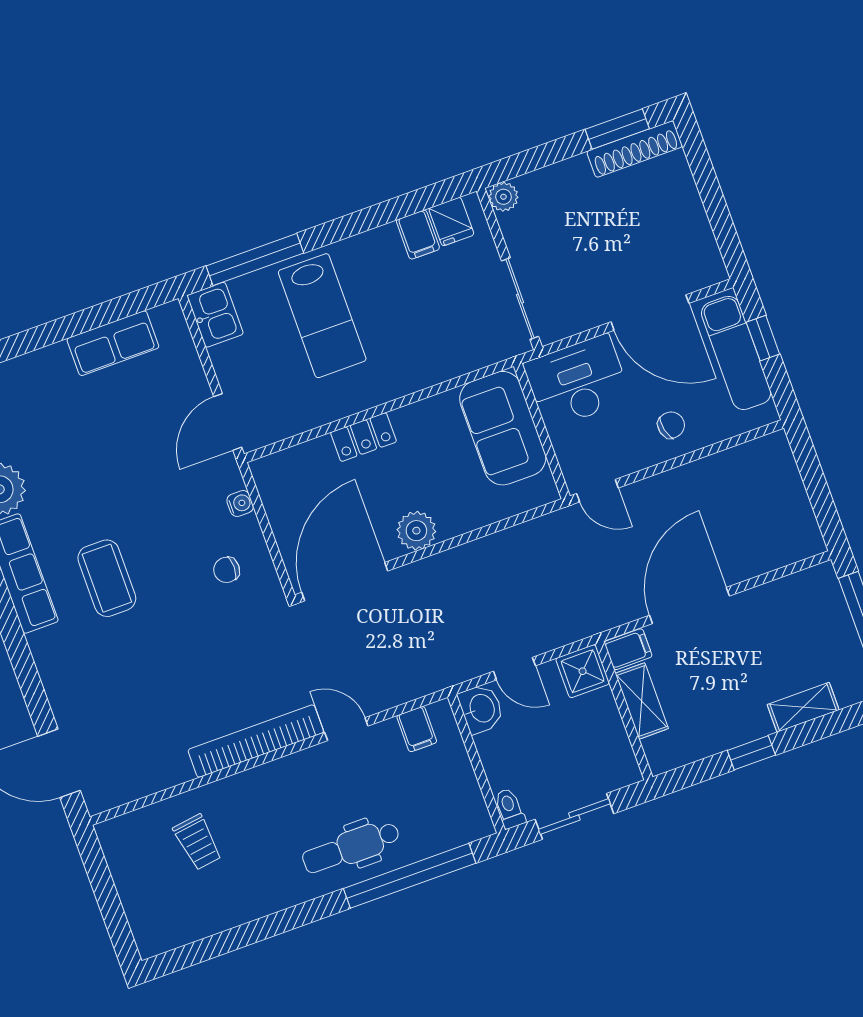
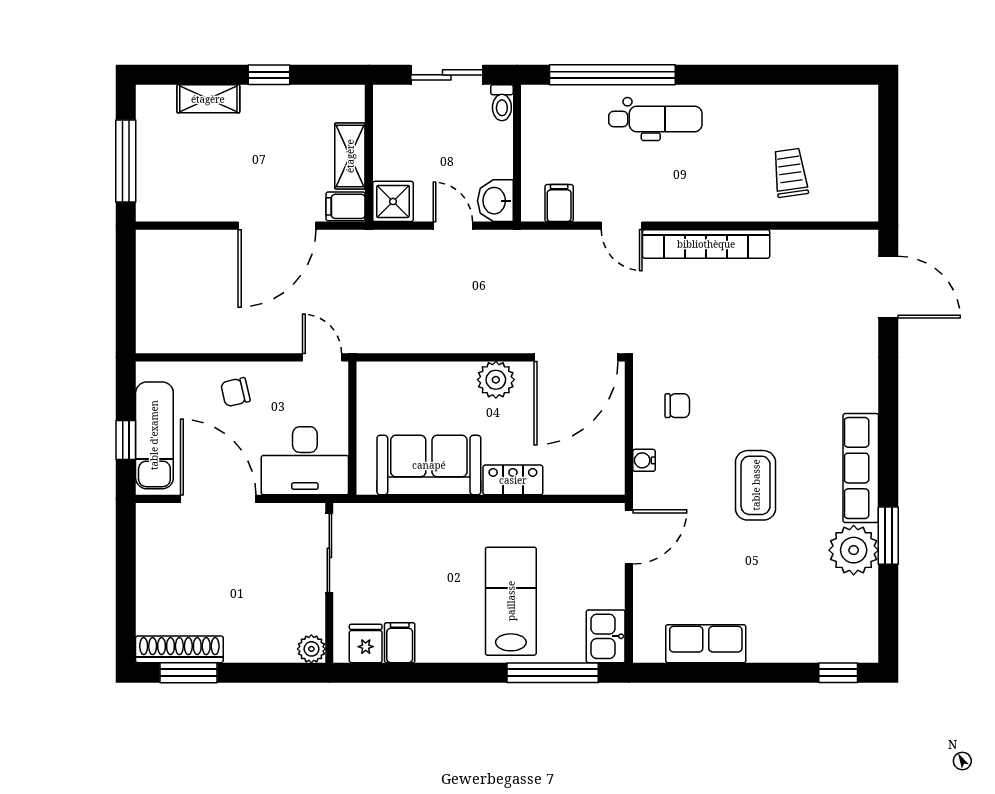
sofa: (503, 428) -> (429, 465), moved, turned -90
coffee table: (107, 578) -> (756, 485), moved

